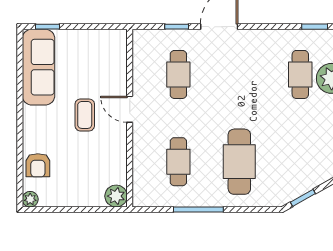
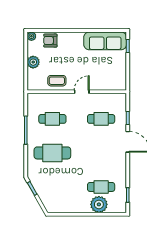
coffee table: (85, 115) -> (57, 81), moved
plant: (116, 196) -> (33, 62), moved

